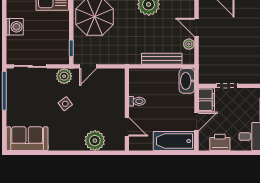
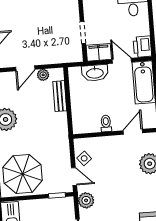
bench: (162, 59) -> (60, 96), width x0.73
washbasin: (187, 81) -> (95, 73), moved
side table: (65, 104) -> (84, 158), moved
printer: (220, 142) -> (142, 47), moved

